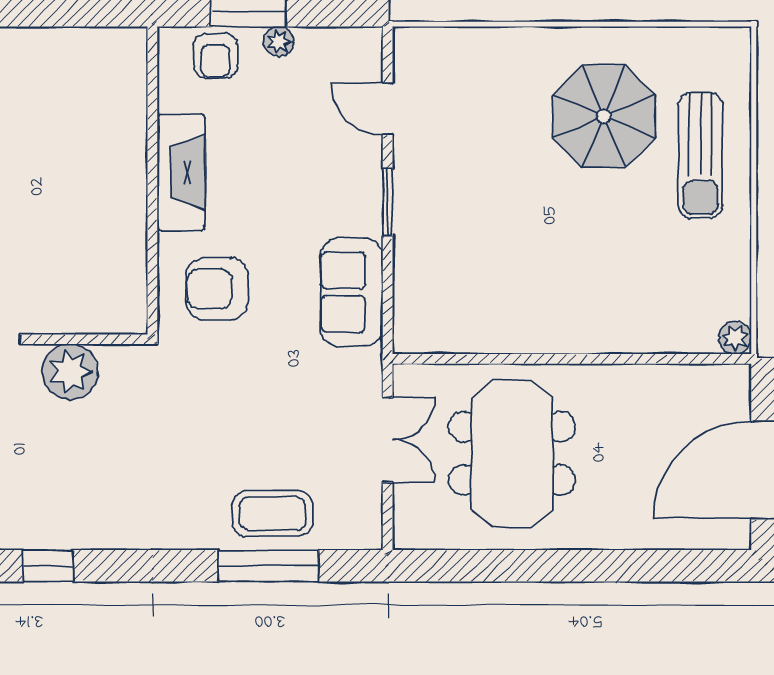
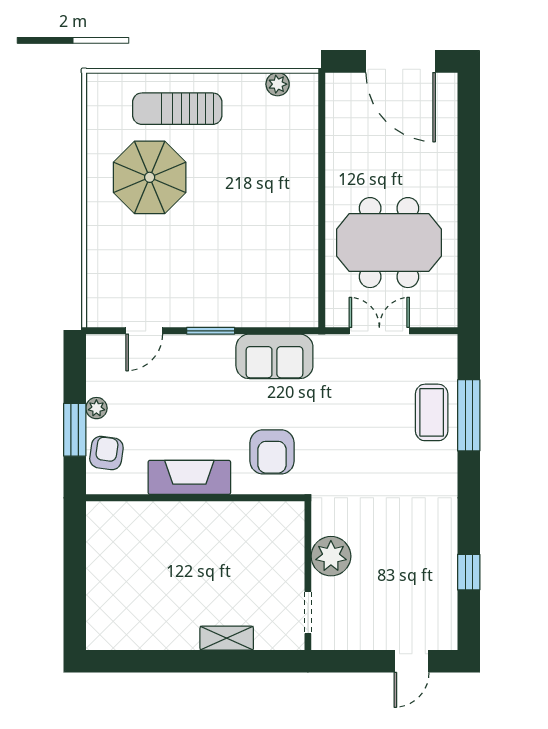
armchair: (215, 56) -> (106, 453), turned -82
sun lounger: (700, 155) -> (177, 109), turned 180
plant: (735, 338) -> (278, 84), moved

